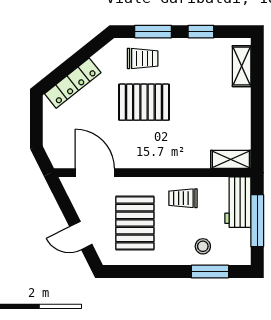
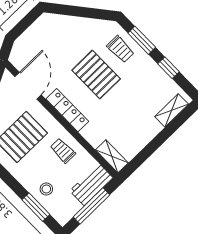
locker: (73, 83) -> (67, 110), moved, turned -141

